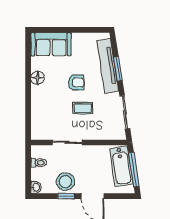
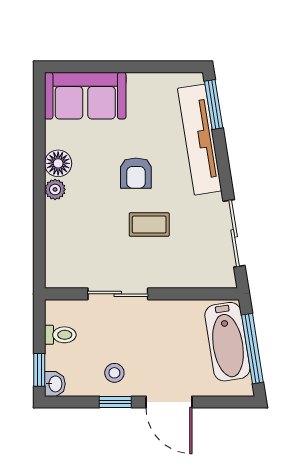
window: (118, 69) -> (214, 105), moved
armchair: (76, 83) -> (136, 173), turned 90
plant: (36, 91) -> (55, 189), added
window: (28, 180) -> (39, 370), added
stool: (65, 182) -> (114, 373), width x0.53, depth x0.53

